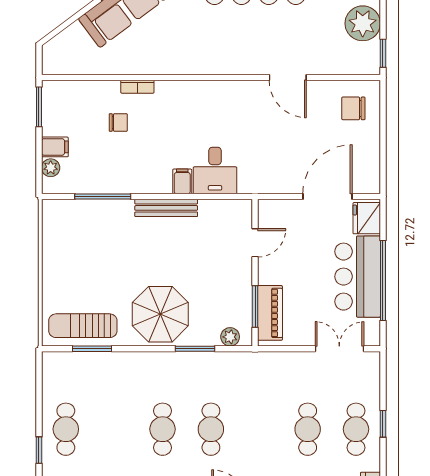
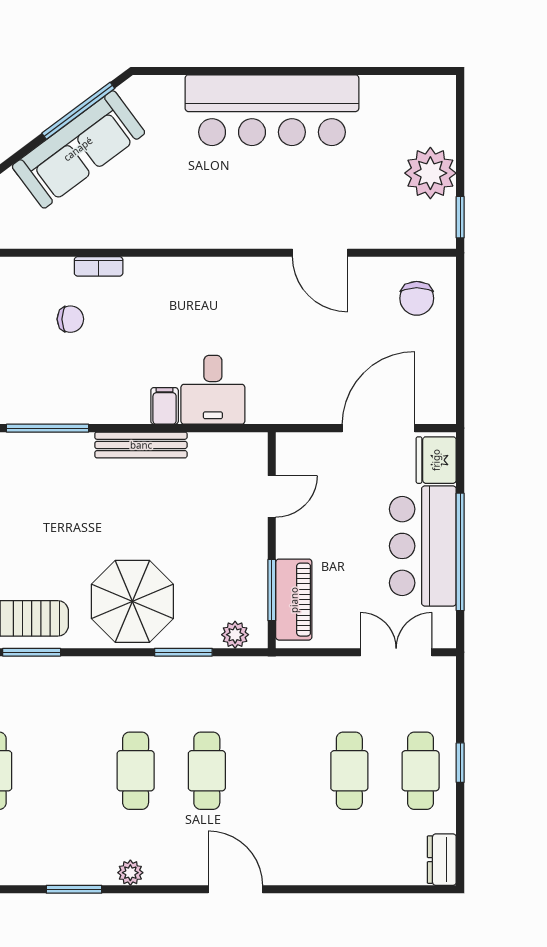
chair: (353, 108) -> (417, 298), turned -90

